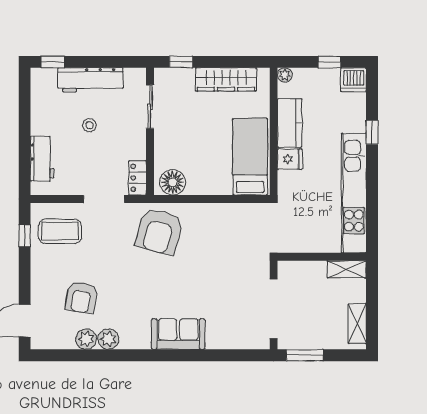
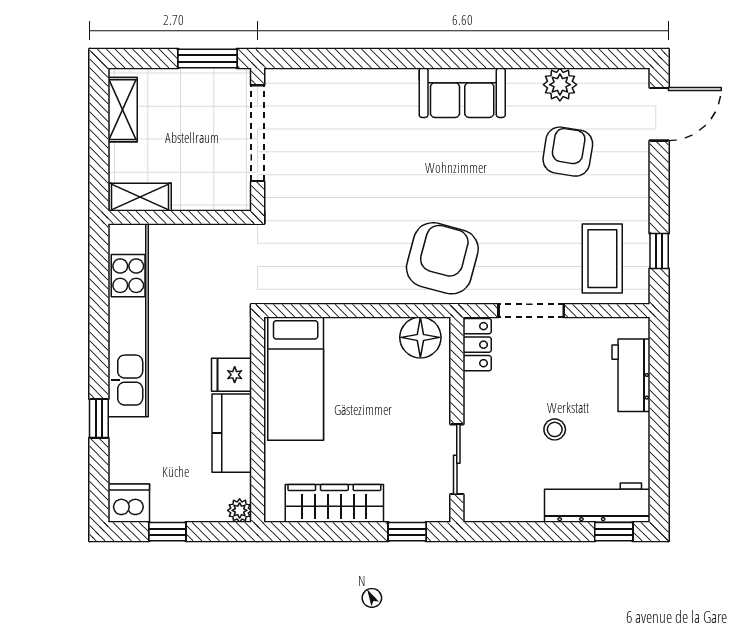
workbench: (90, 80) -> (597, 503), moved
coffee table: (60, 231) -> (602, 259), turned 90
sofa: (178, 334) -> (462, 93), moved
plant: (108, 339) -> (524, 85), removed

